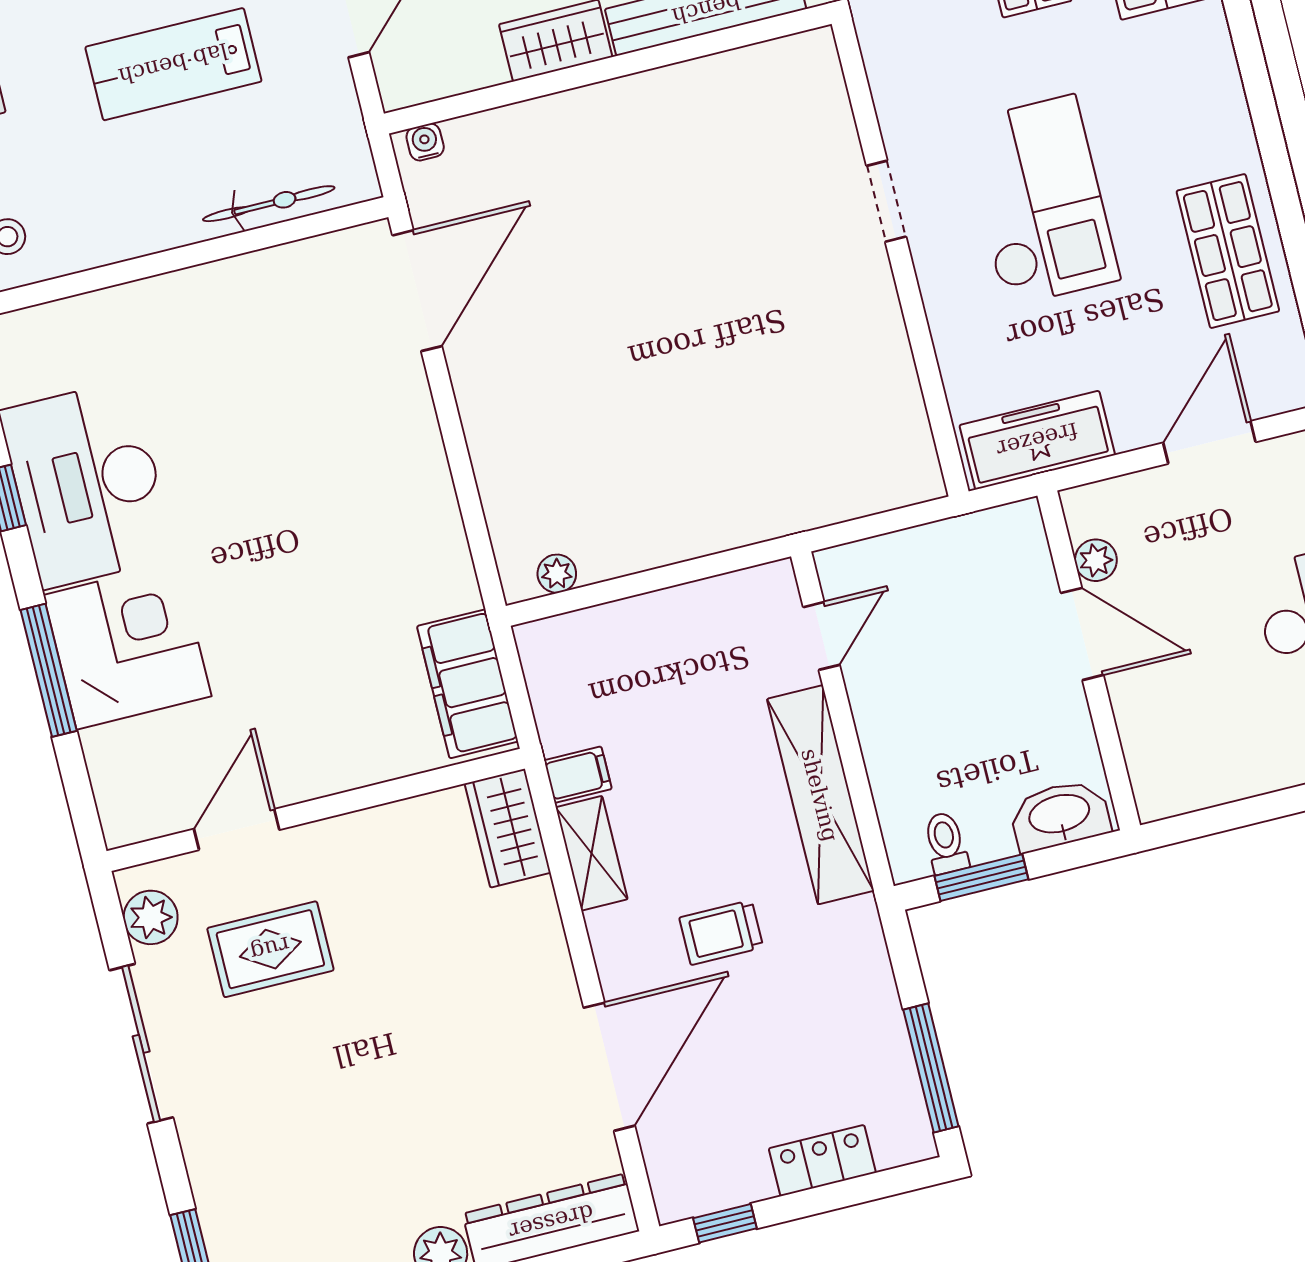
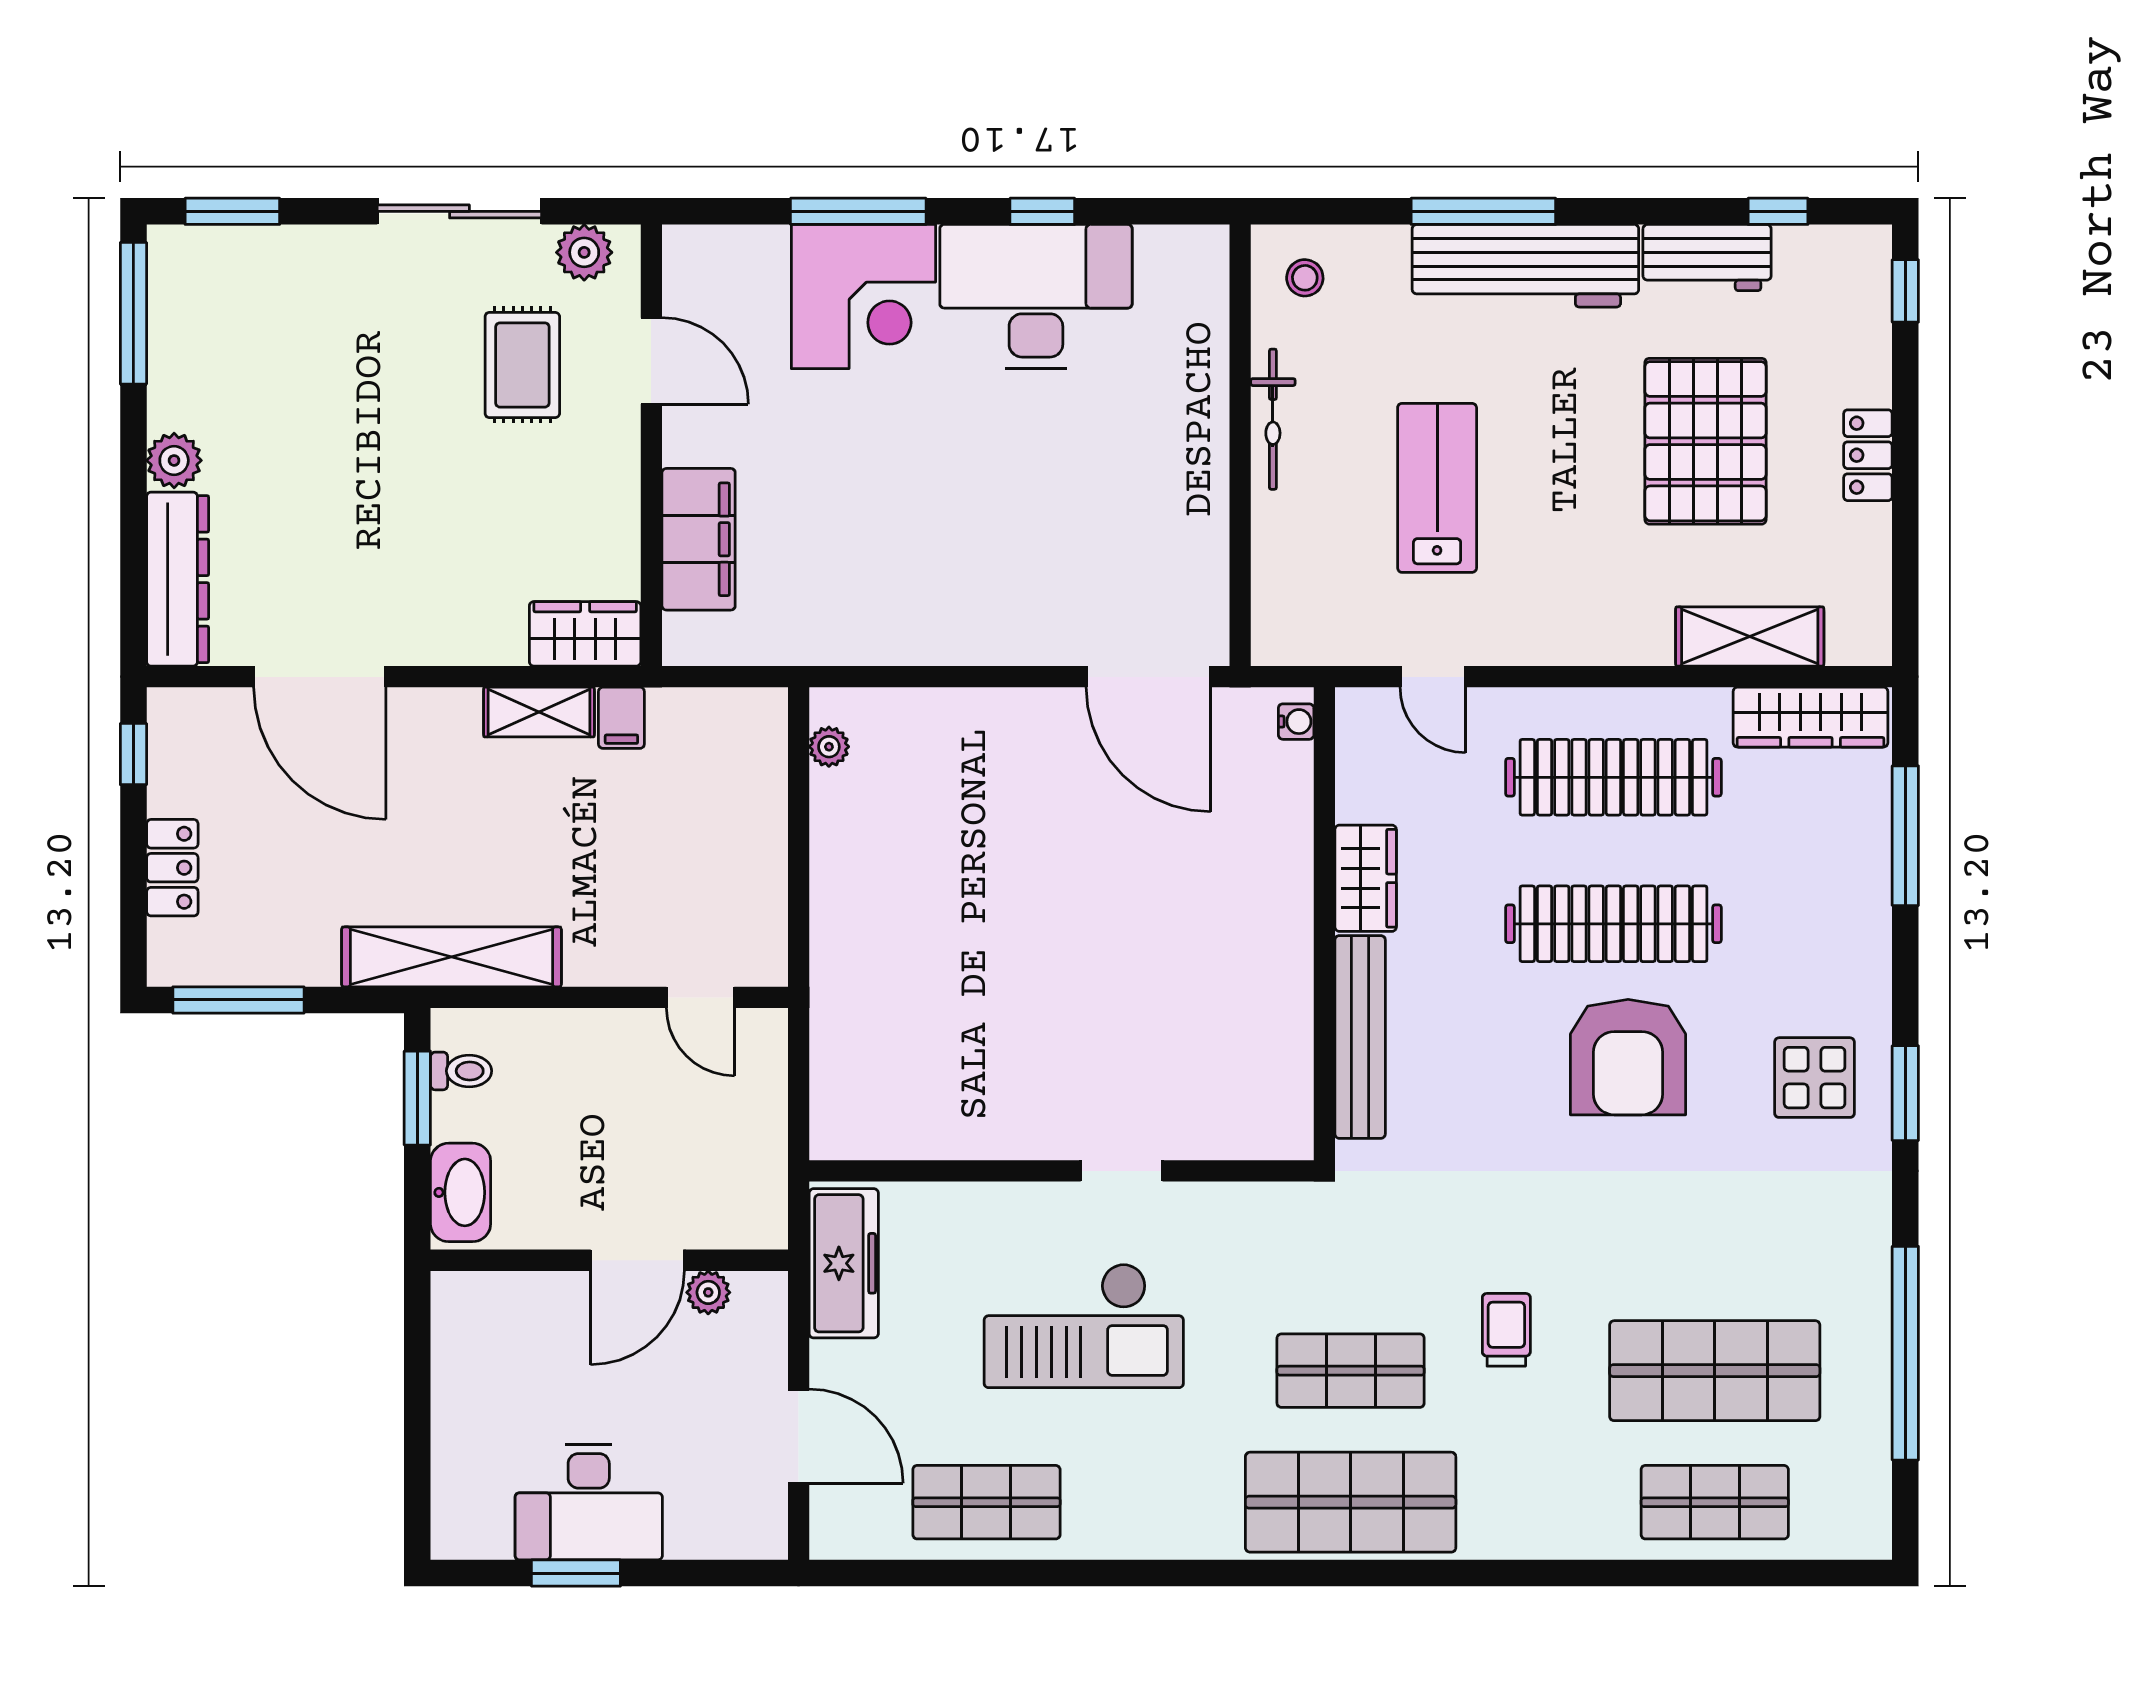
bicycle: (269, 204) -> (1273, 419), moved
filing cabinet: (468, 684) -> (699, 539), moved, turned 90
shelving: (820, 795) -> (451, 957), moved
trolley: (721, 932) -> (427, 823), removed

